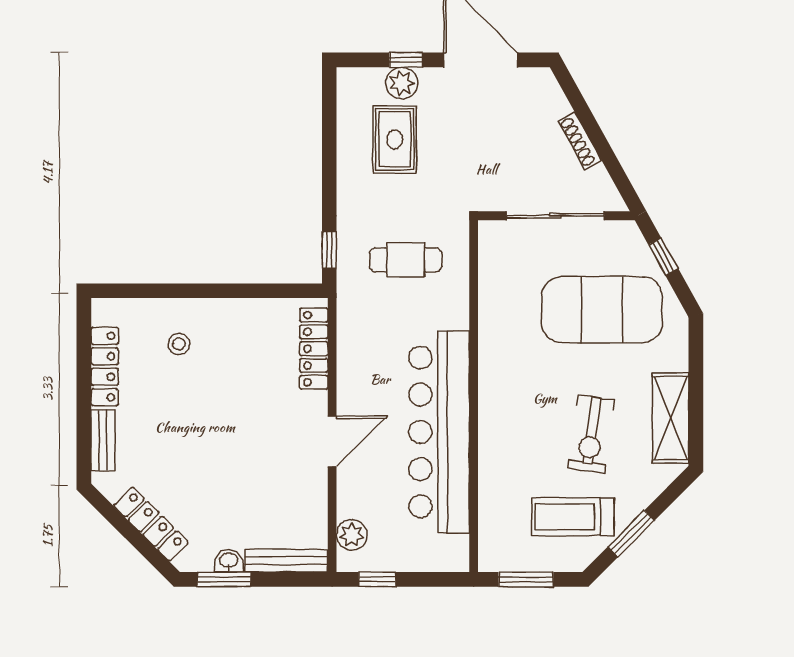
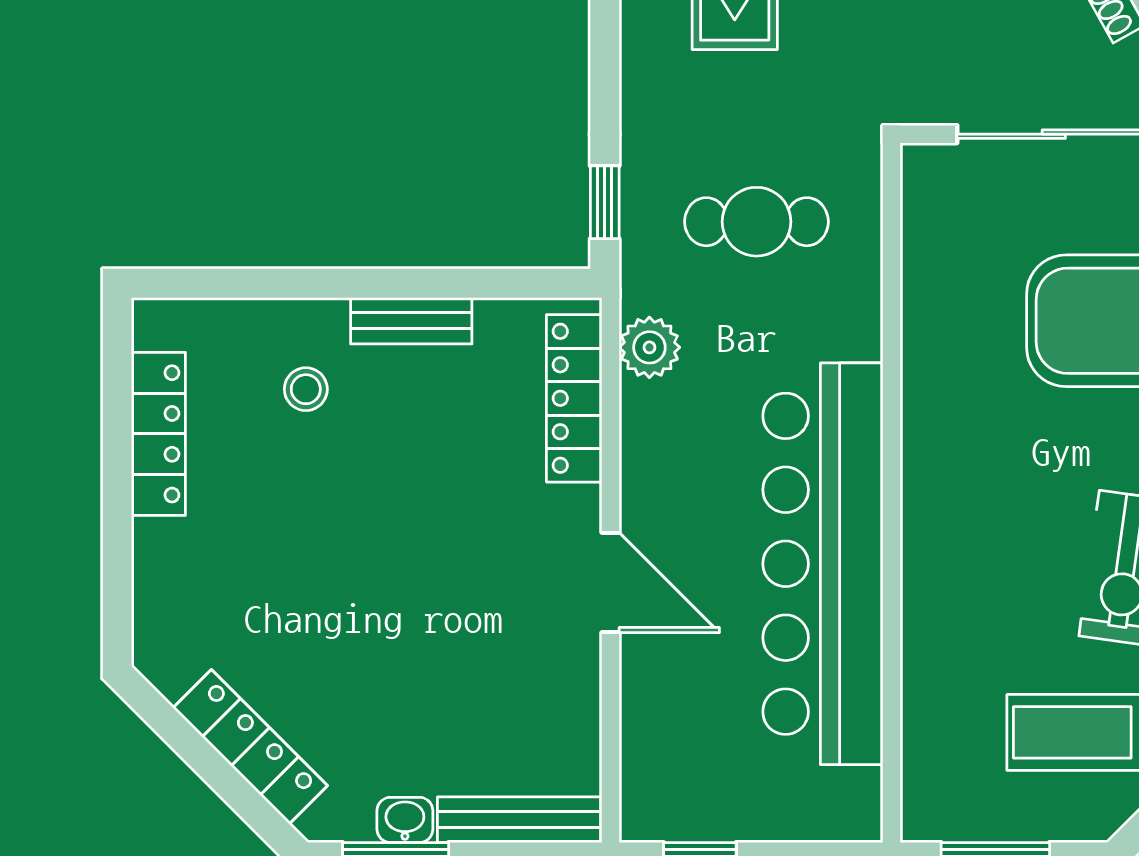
bench: (103, 440) -> (411, 321), moved, turned 90
door: (332, 441) -> (610, 582), hinge flipped
plant: (352, 535) -> (649, 347), moved

